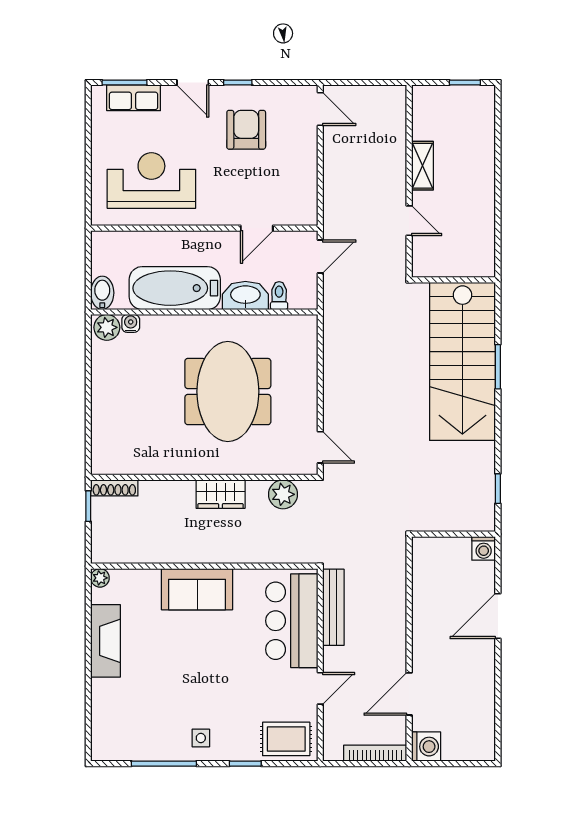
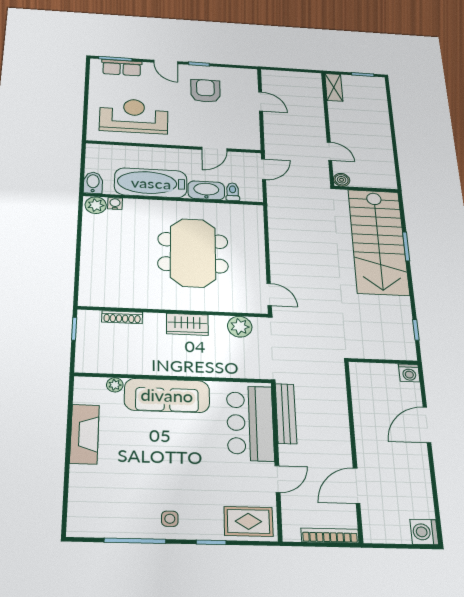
door: (320, 109) -> (260, 101), moved
shelving: (422, 166) -> (334, 87), moved
boiler: (422, 267) -> (342, 180), added
shoe rack: (114, 488) -> (122, 317), moved
plant: (100, 578) -> (115, 385), moved
sofa: (197, 589) -> (167, 395), width x1.36
washing machine: (426, 747) -> (424, 532), moved, turned 180

